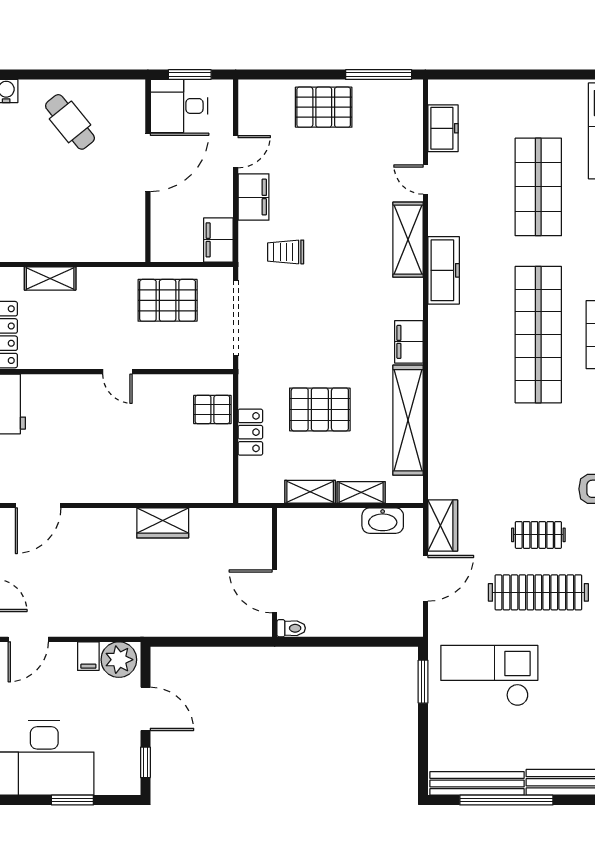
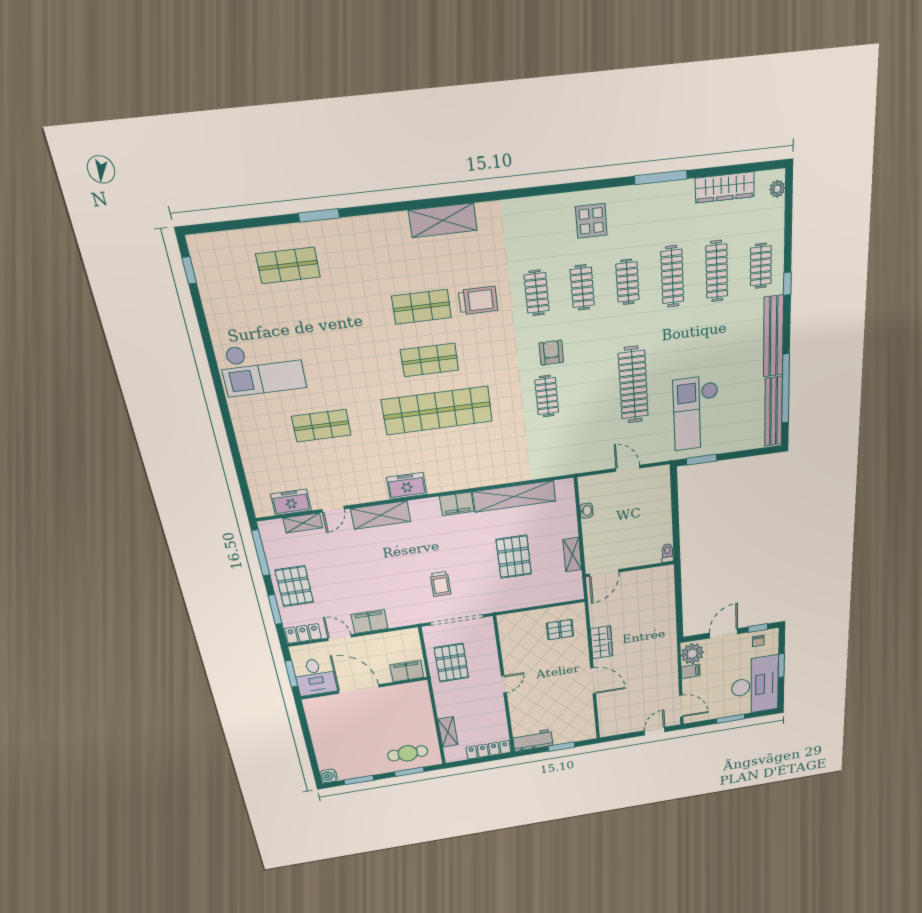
window: (293, 75) -> (275, 609), added
cafe table: (70, 122) -> (408, 753), moved, turned 39
shop shelf: (538, 187) -> (321, 426), width x0.70, depth x0.74
filing cabinet: (218, 240) -> (407, 671), moved, turned 180
trolley: (286, 252) -> (441, 584), moved
freezer: (444, 270) -> (407, 486), width x0.71
pallet: (212, 410) -> (560, 630), moved, turned 90
locker: (250, 432) -> (303, 634), moved
shelving: (361, 492) -> (303, 523), moved, turned 90
door: (38, 505) -> (593, 681), moved
washbasin: (383, 521) -> (586, 511), width x0.52, depth x0.69
wardrobe: (443, 525) -> (589, 461), removed
clothes rail: (538, 535) -> (547, 396), moved
door: (425, 578) -> (628, 468), width x0.73
door: (275, 591) -> (604, 573), moved
chair: (123, 763) -> (758, 641), added

